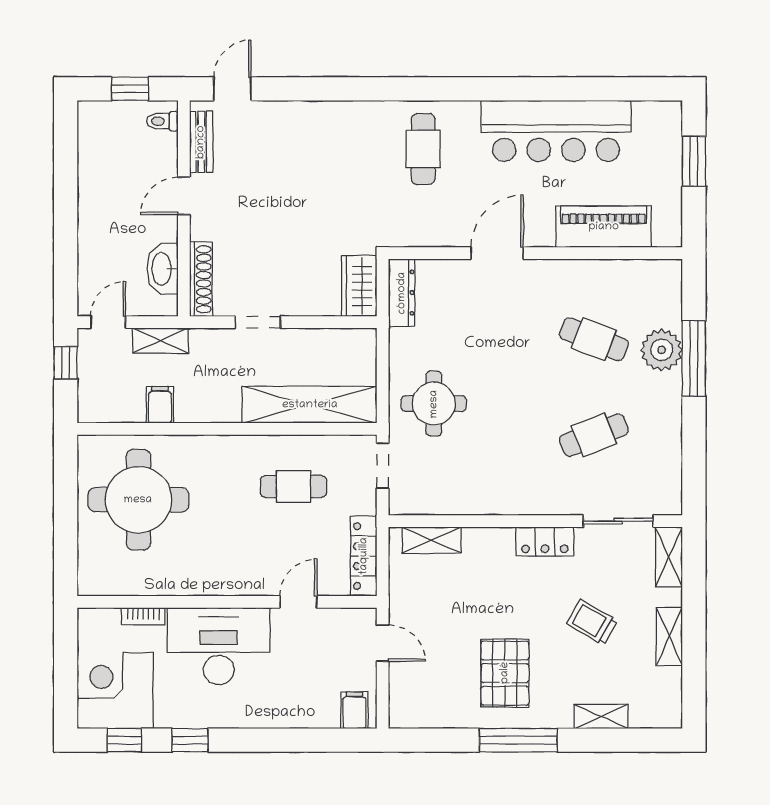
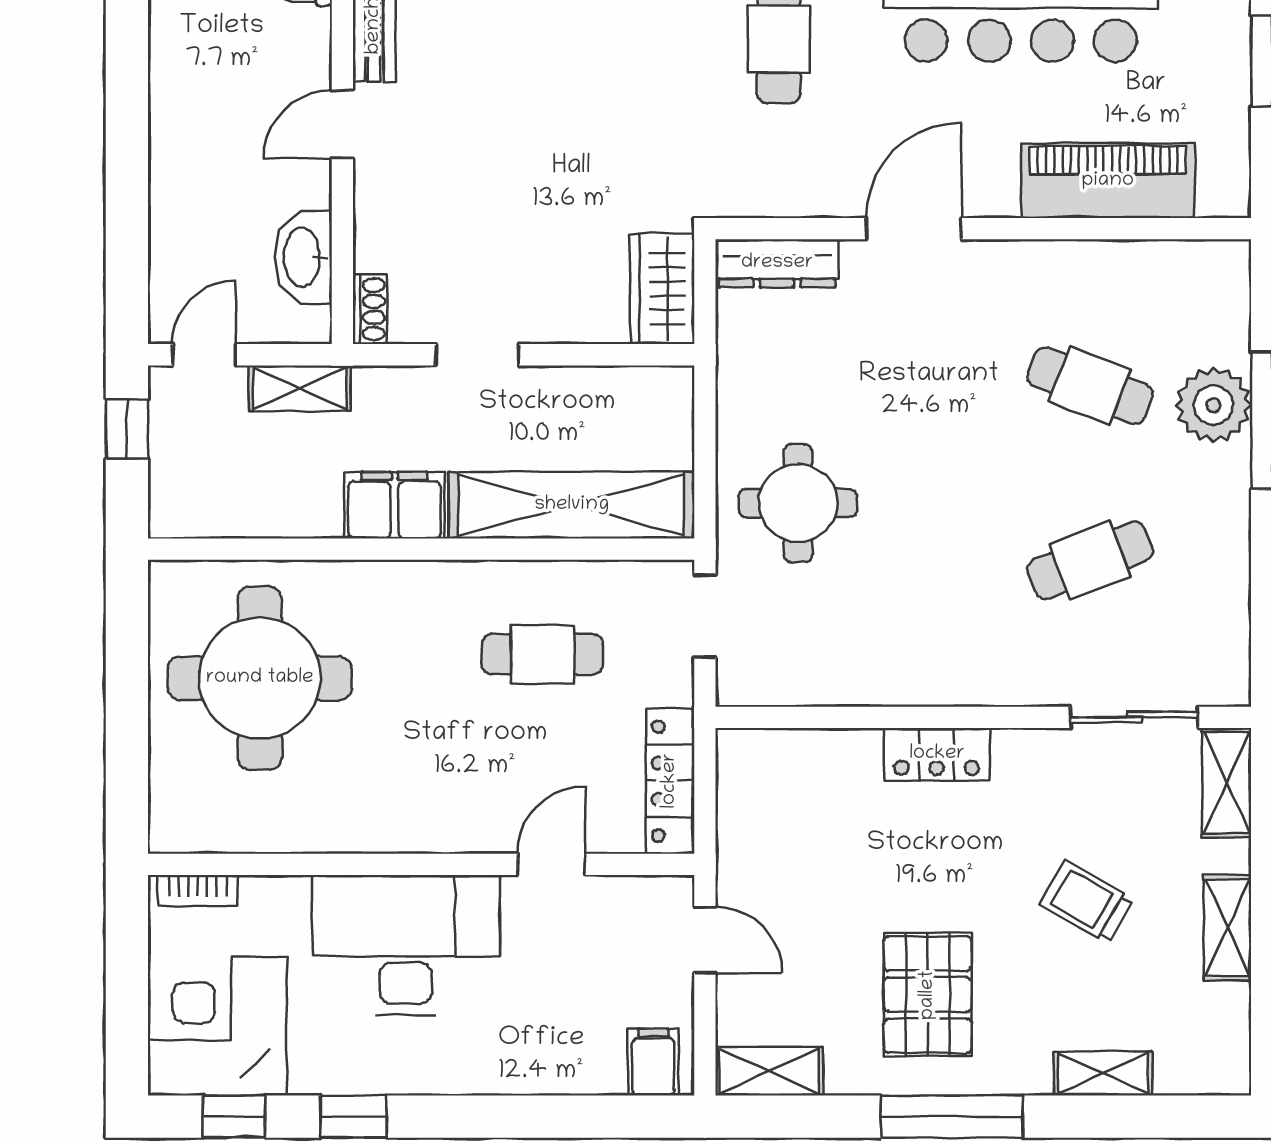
shoe rack: (201, 279) -> (370, 309), width x0.51, depth x0.81
dresser: (402, 293) -> (777, 263), moved, turned 90
filing cabinet: (160, 405) -> (394, 505), moved, width x2.00
shelving: (432, 540) -> (769, 1071), moved
locker: (545, 541) -> (937, 754), moved
bookcase: (143, 616) -> (197, 891), moved

